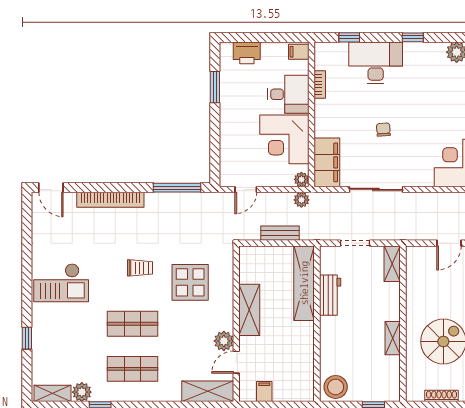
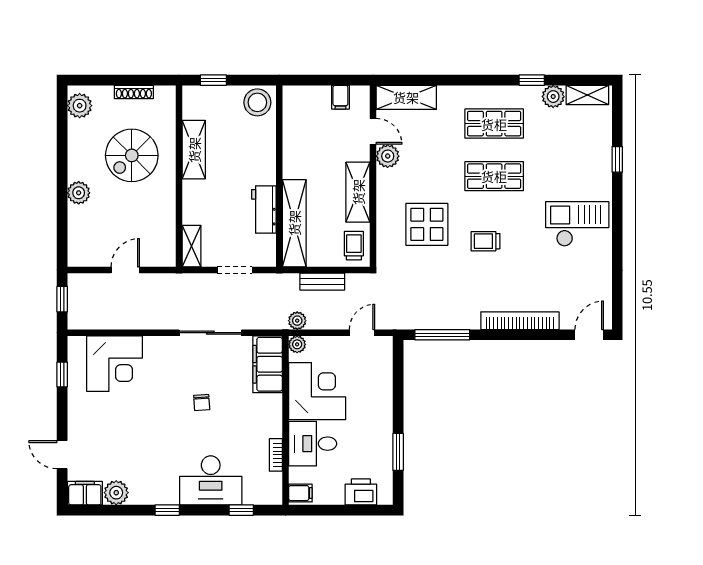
door: (51, 188) -> (589, 335), hinge flipped
trolley: (253, 264) -> (354, 246), added
shelving: (393, 338) -> (194, 150), width x1.50, depth x1.33
door: (236, 362) -> (373, 131), hinge flipped

